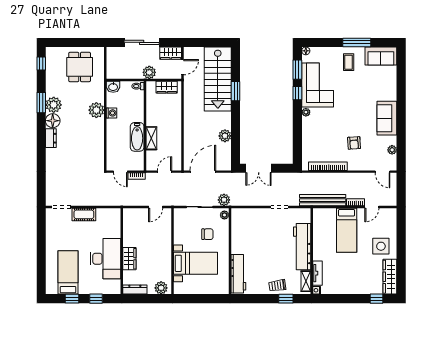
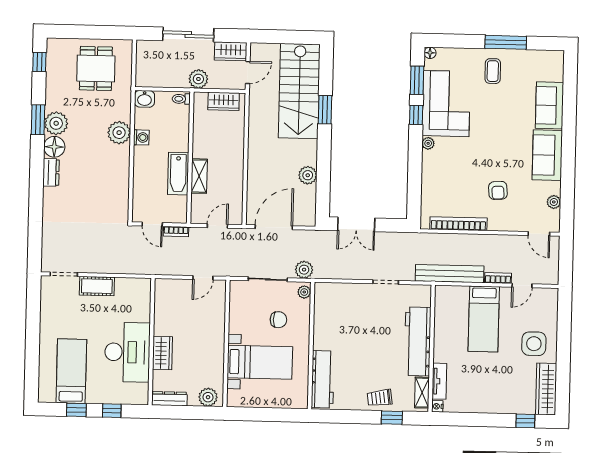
sofa: (381, 56) -> (550, 105), moved, turned 90

